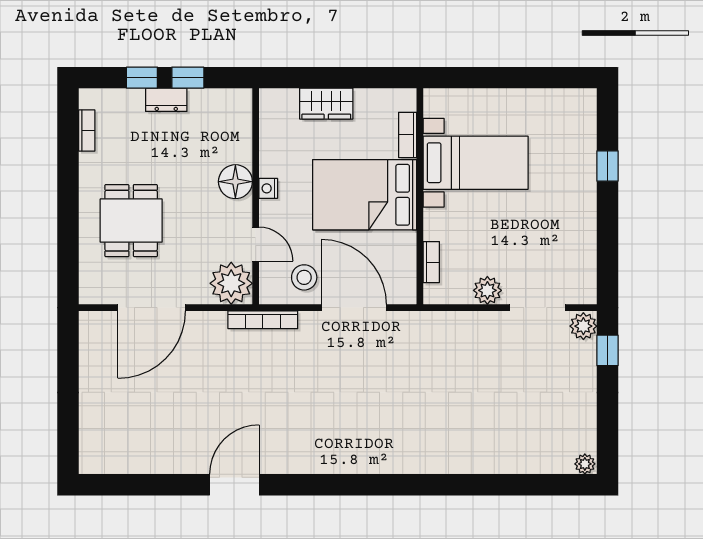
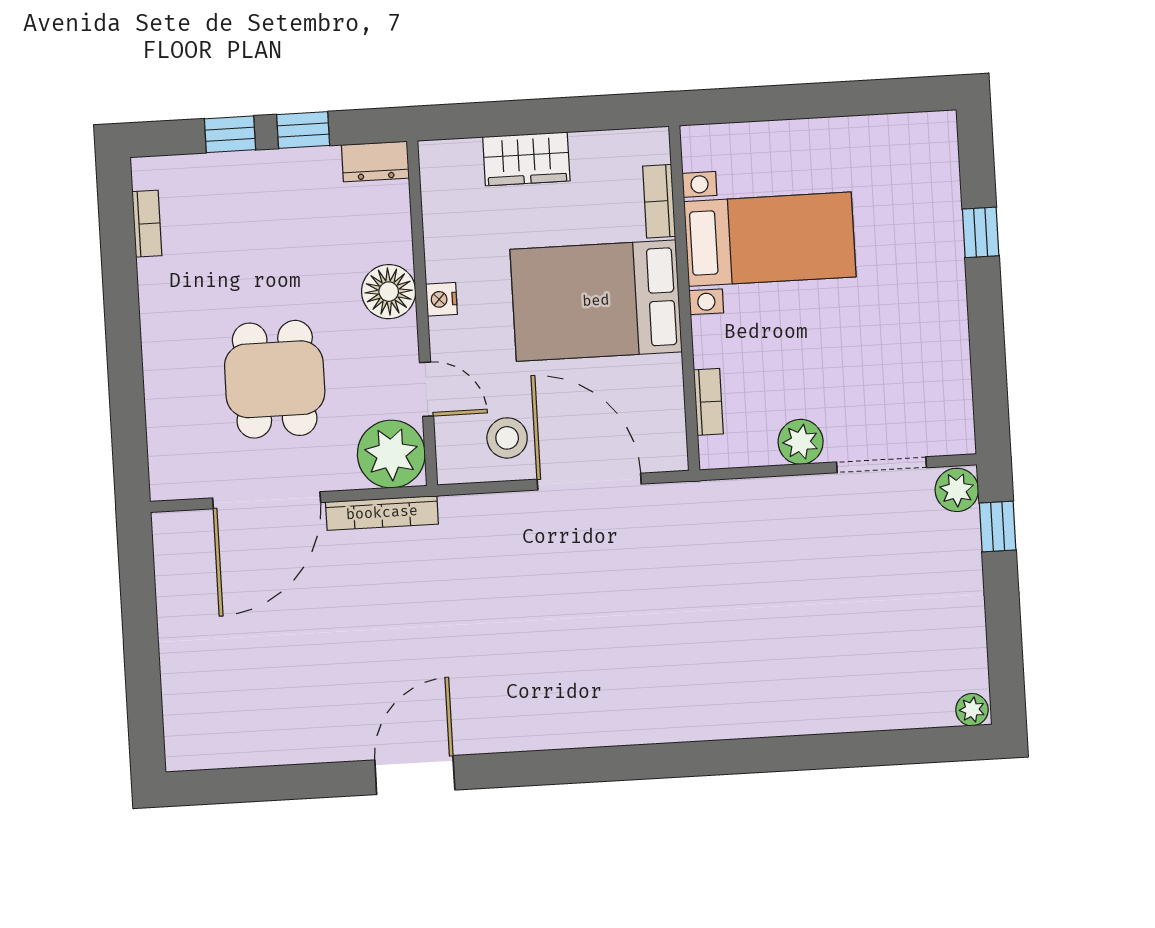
dresser: (166, 100) -> (375, 161), moved
dining table: (131, 221) -> (275, 379), moved
bookcase: (263, 320) -> (382, 513), moved

